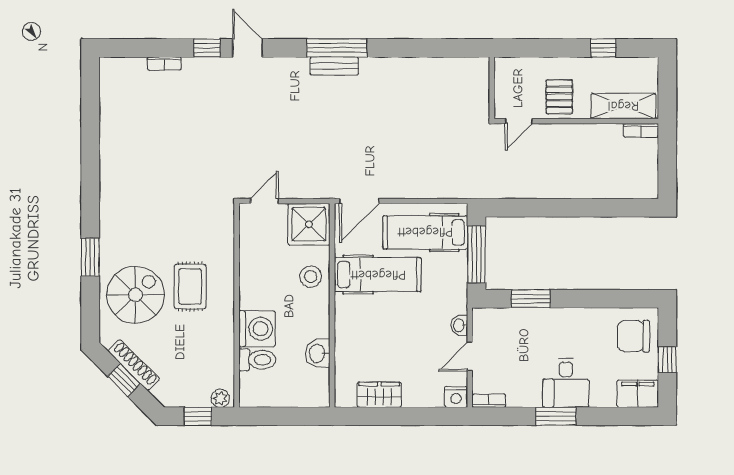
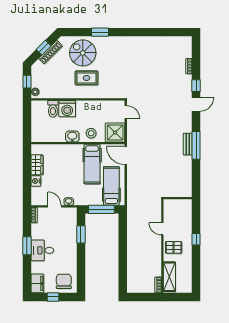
window: (603, 48) -> (196, 239), moved
wall: (492, 88) -> (178, 198), moved
spiral stairs: (136, 295) -> (83, 53), turned 180
washbasin: (318, 353) -> (72, 136), moved
nightstand: (456, 397) -> (36, 181), moved

